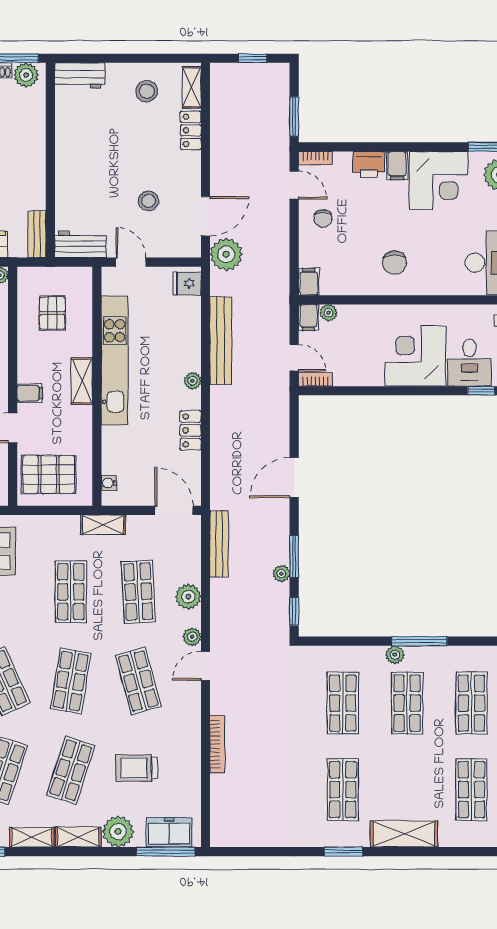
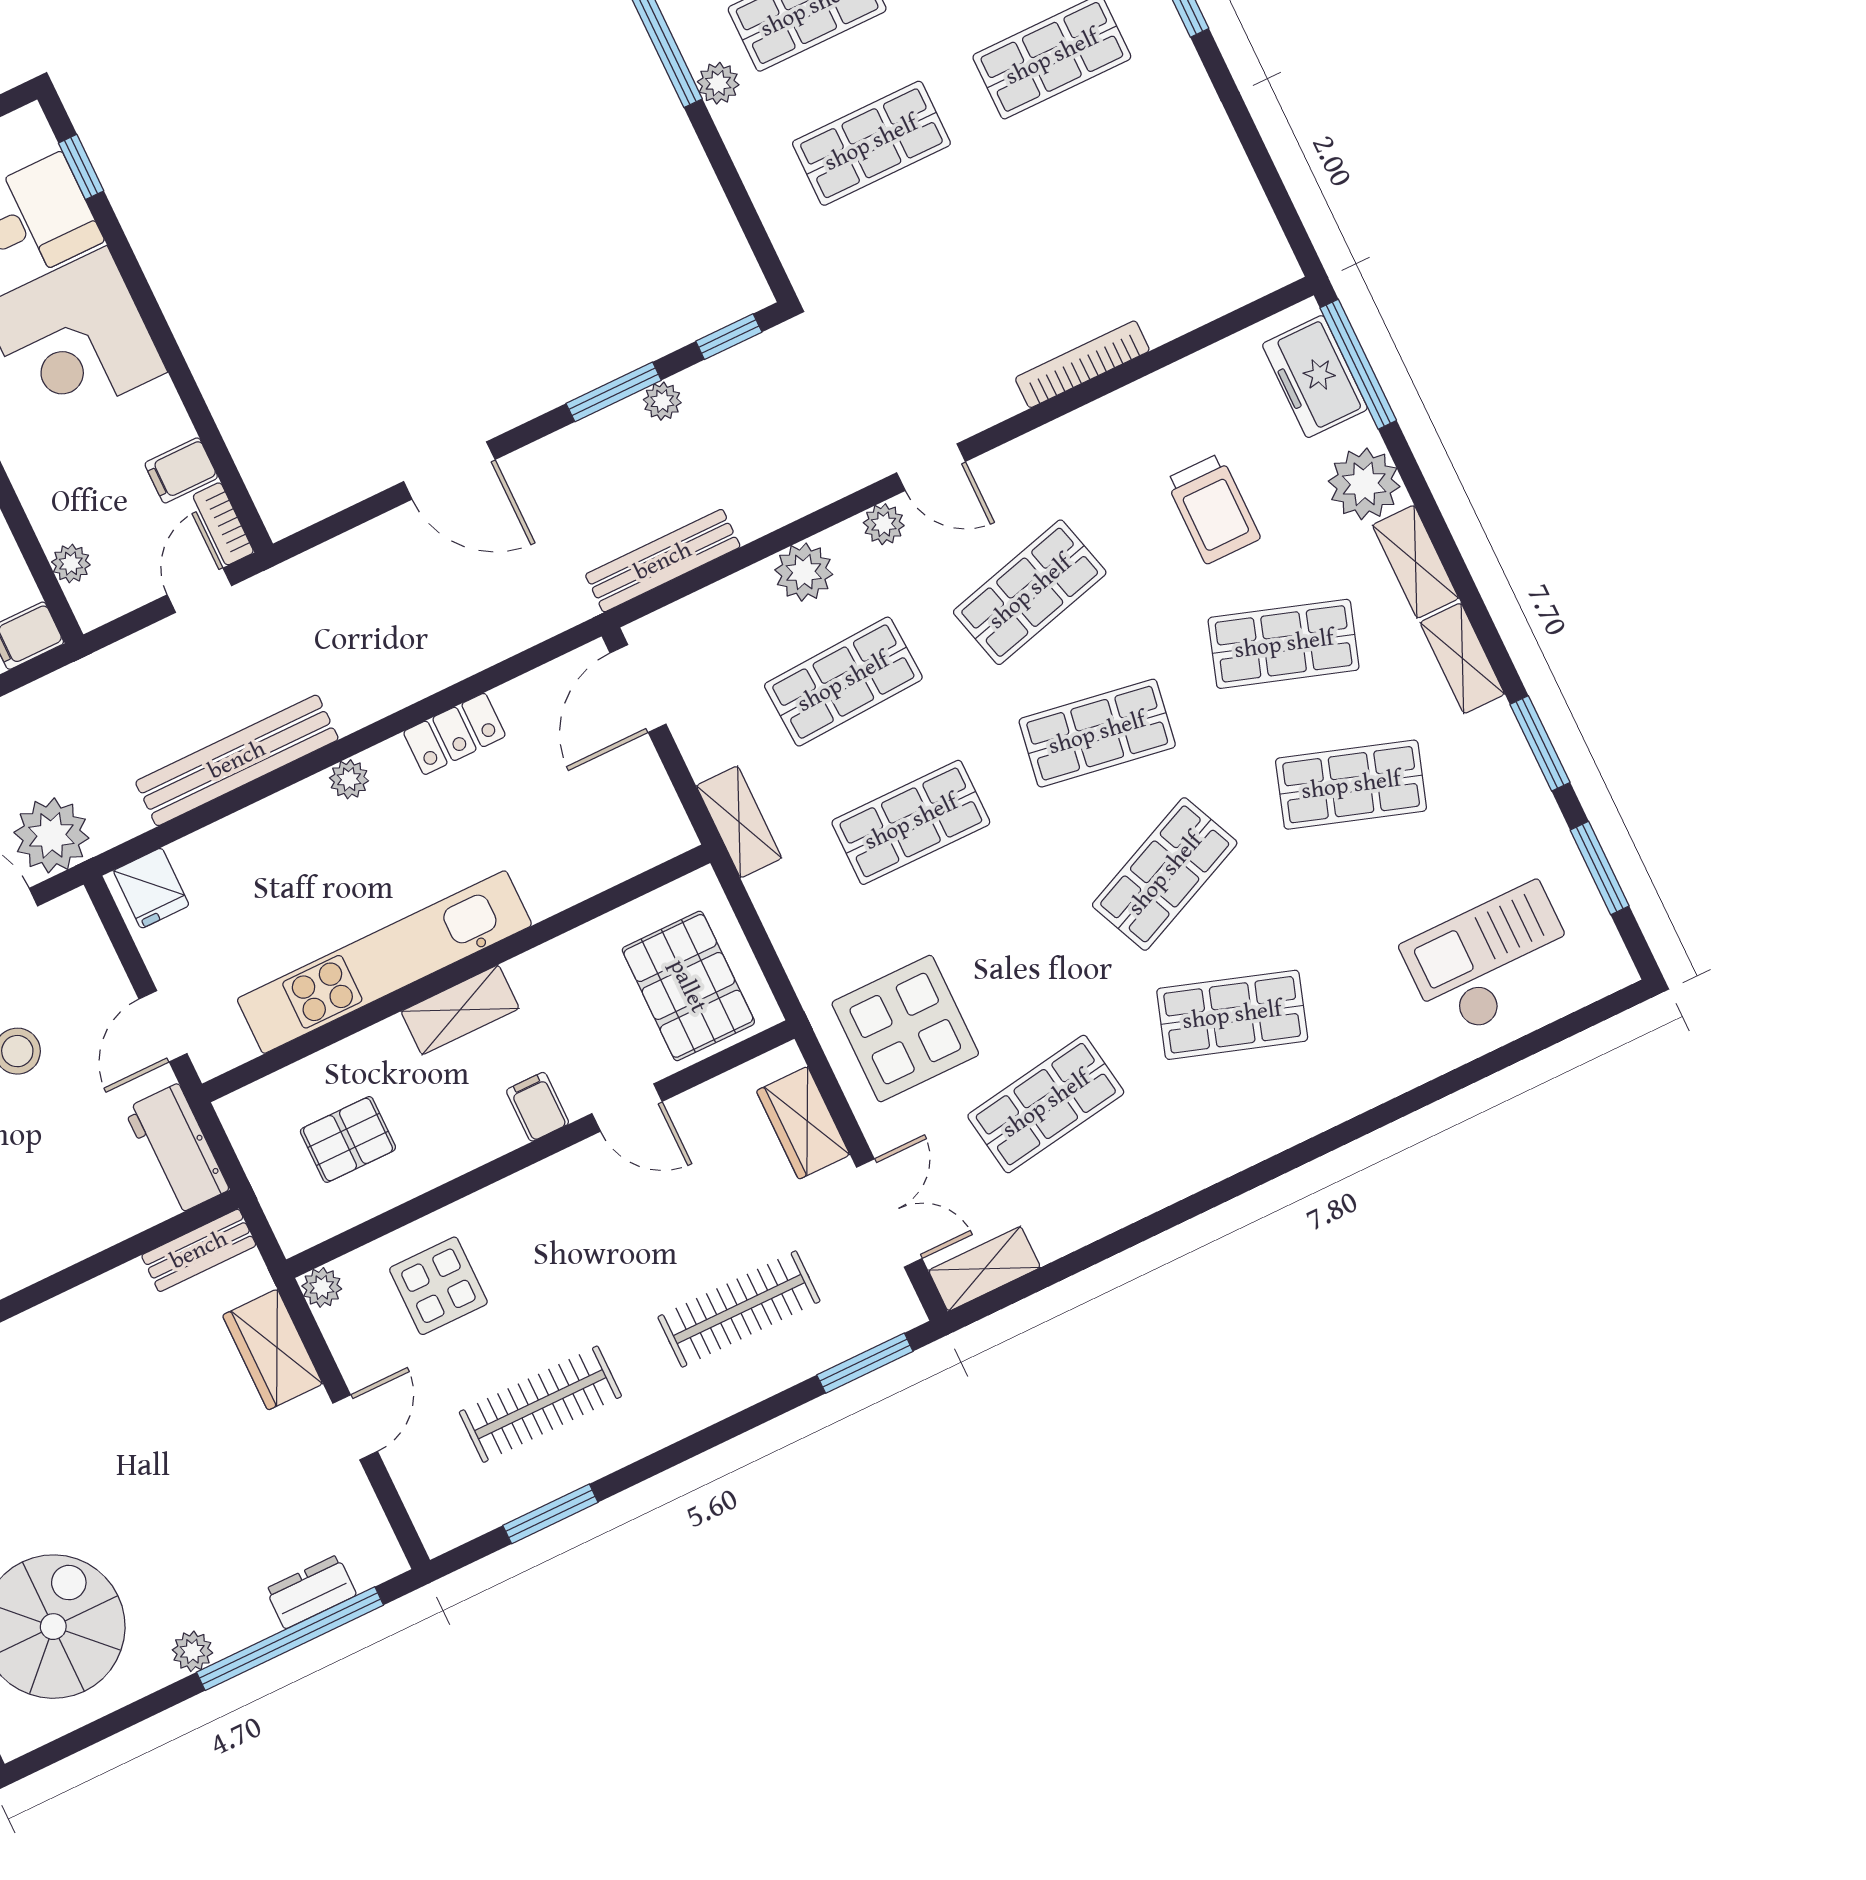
filing cabinet: (308, 317) -> (181, 470), moved, turned 180
water cooler: (109, 483) -> (646, 852), removed

